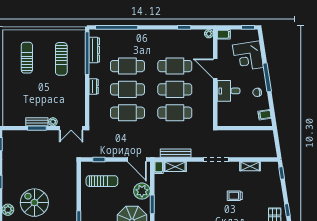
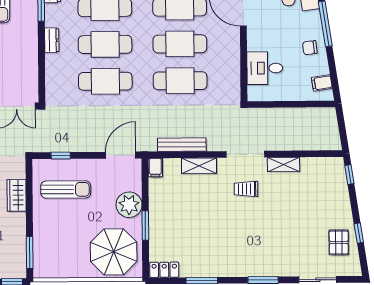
desk: (229, 91) -> (265, 68), moved
door: (137, 160) -> (121, 155), swing flipped
shelving: (250, 166) -> (283, 164), moved
shelving: (175, 167) -> (199, 166), moved
wardrobe: (71, 185) -> (17, 195), added
trolley: (235, 196) -> (246, 189), moved

